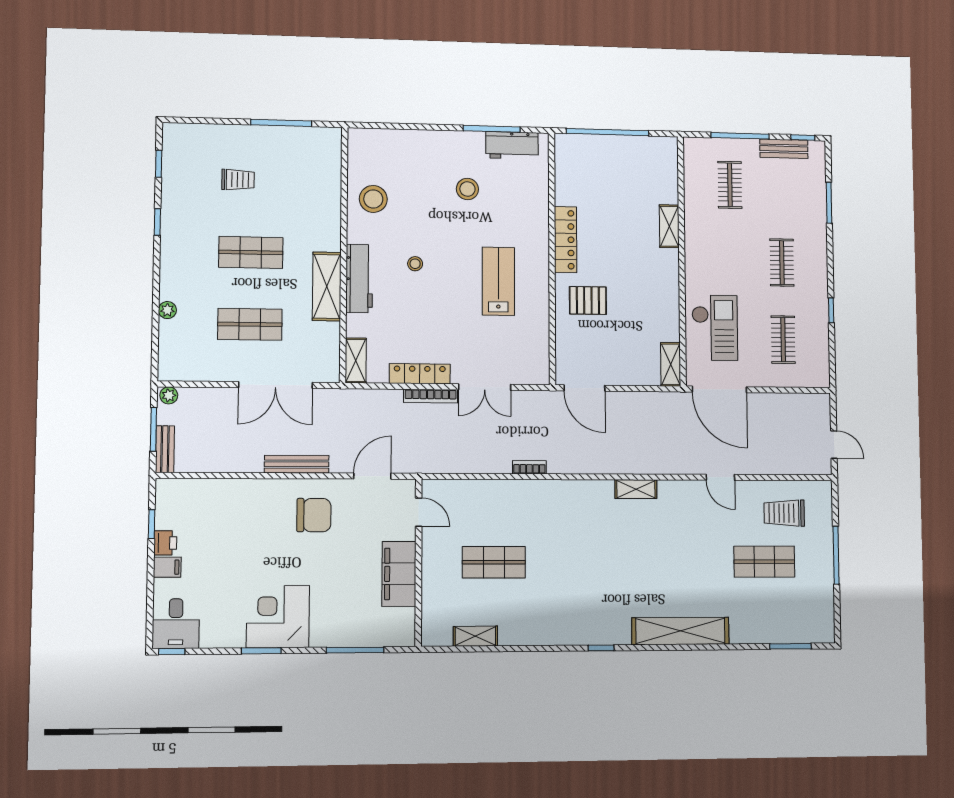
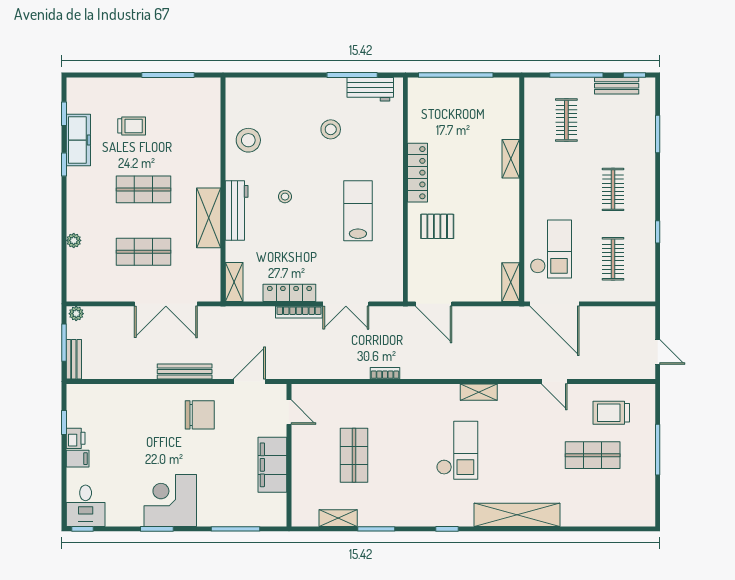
freezer: (175, 194) -> (78, 140), added
checkout: (612, 556) -> (457, 450), added
shop shelf: (494, 562) -> (354, 455), turned 90
window: (790, 646) -> (376, 529), moved

